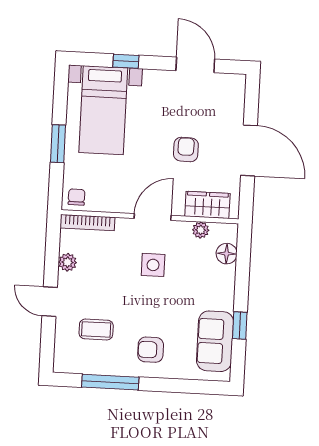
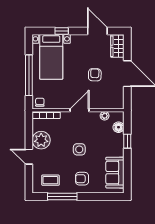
window: (58, 144) -> (29, 75), width x2.11
wardrobe: (207, 205) -> (117, 46), moved, turned -90
plant: (68, 262) -> (41, 140), width x1.88, depth x1.88
side table: (153, 265) -> (79, 149), moved
window: (240, 326) -> (127, 141), moved
coffee table: (96, 329) -> (50, 180), moved

